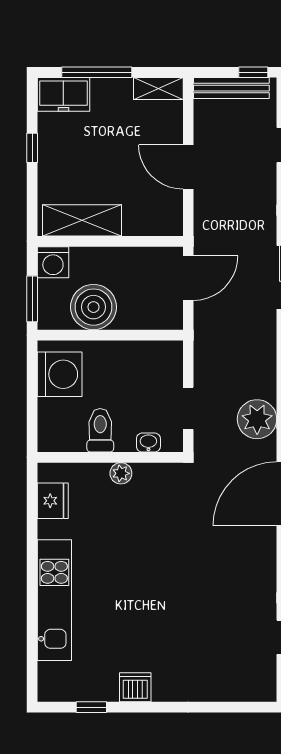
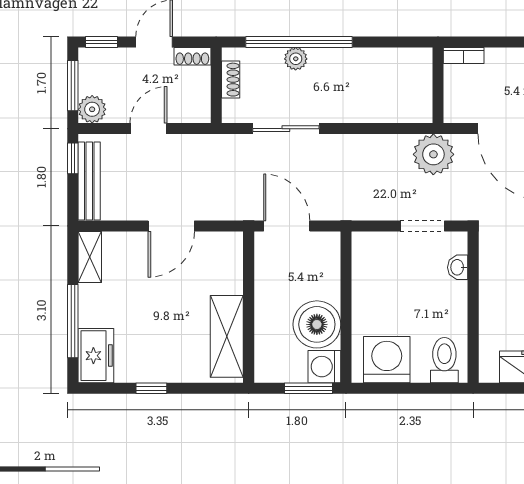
washing machine: (53, 262) -> (324, 367), moved, turned 180
toilet: (100, 430) -> (444, 360), moved, turned 90
plant: (121, 473) -> (490, 296), removed

